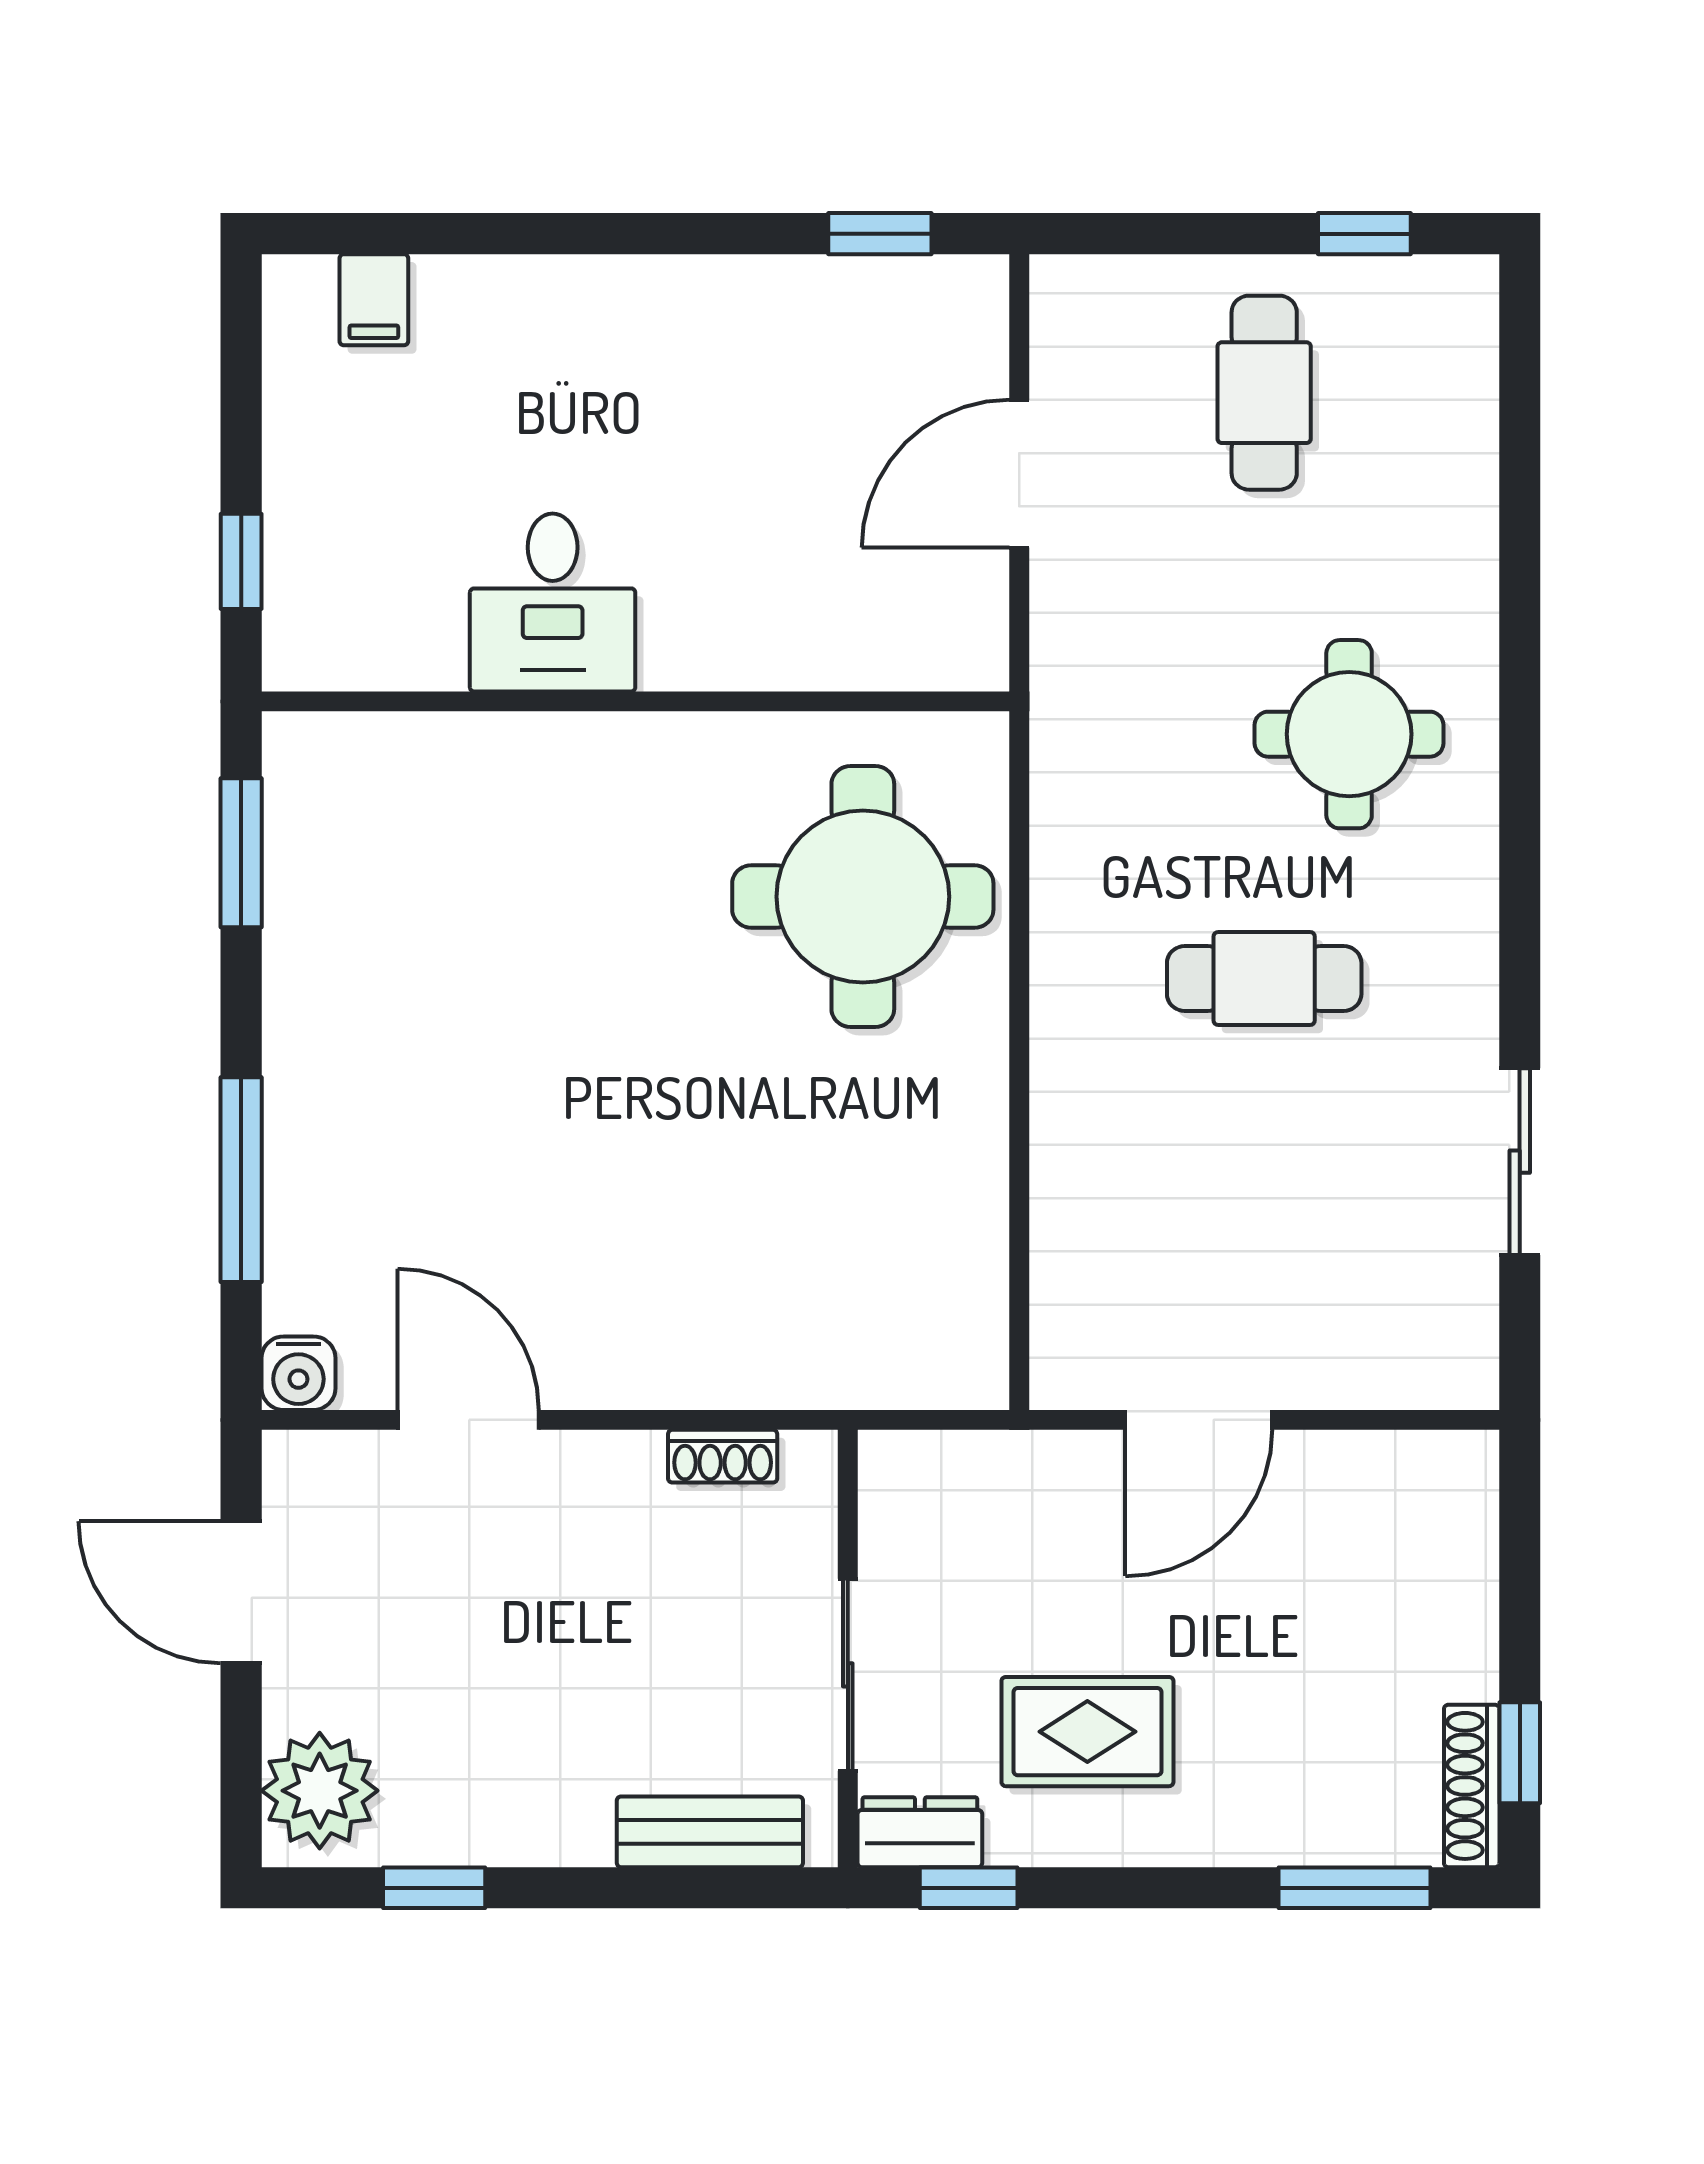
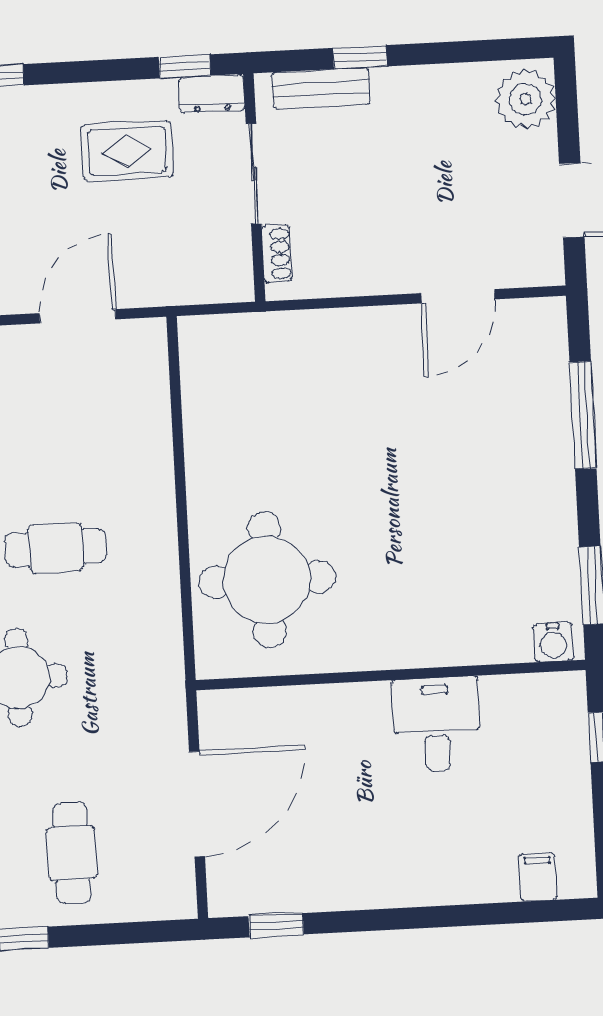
door: (1019, 474) -> (197, 804), width x1.36
water cooler: (298, 1373) -> (553, 642), moved, turned 180
door: (468, 1420) -> (458, 296), hinge flipped
shoe rack: (723, 1456) -> (277, 254), moved, turned 90
window: (434, 1888) -> (360, 57), moved

